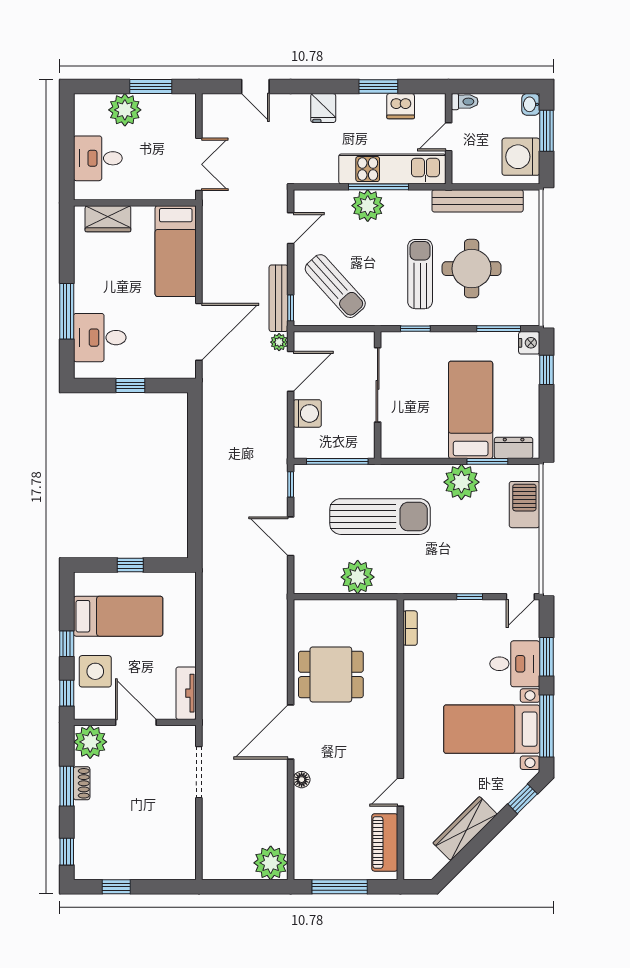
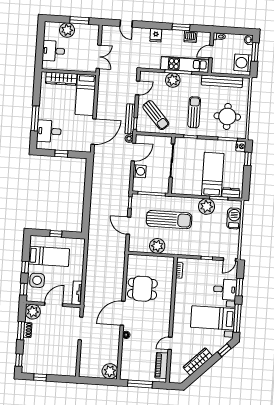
wardrobe: (108, 219) -> (61, 79), width x1.50
round table: (472, 269) -> (227, 116), moved
door: (136, 722) -> (54, 304), hinge flipped

